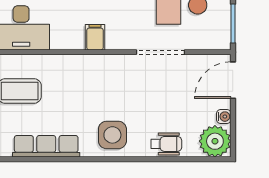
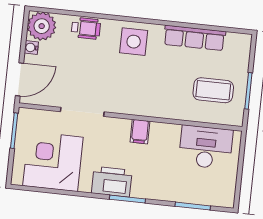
wheelchair: (166, 144) -> (86, 28), turned 180

